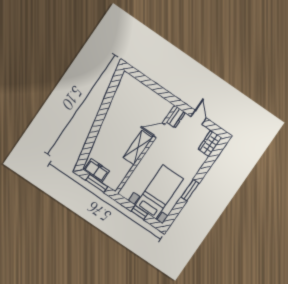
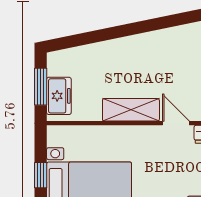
freezer: (97, 170) -> (59, 96), moved

